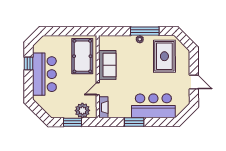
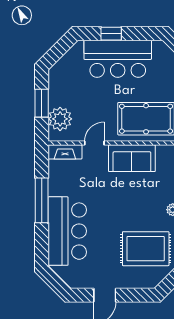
window: (28, 63) -> (111, 34), moved
door: (98, 89) -> (94, 143), hinge flipped
window: (134, 122) -> (42, 200), width x1.44

